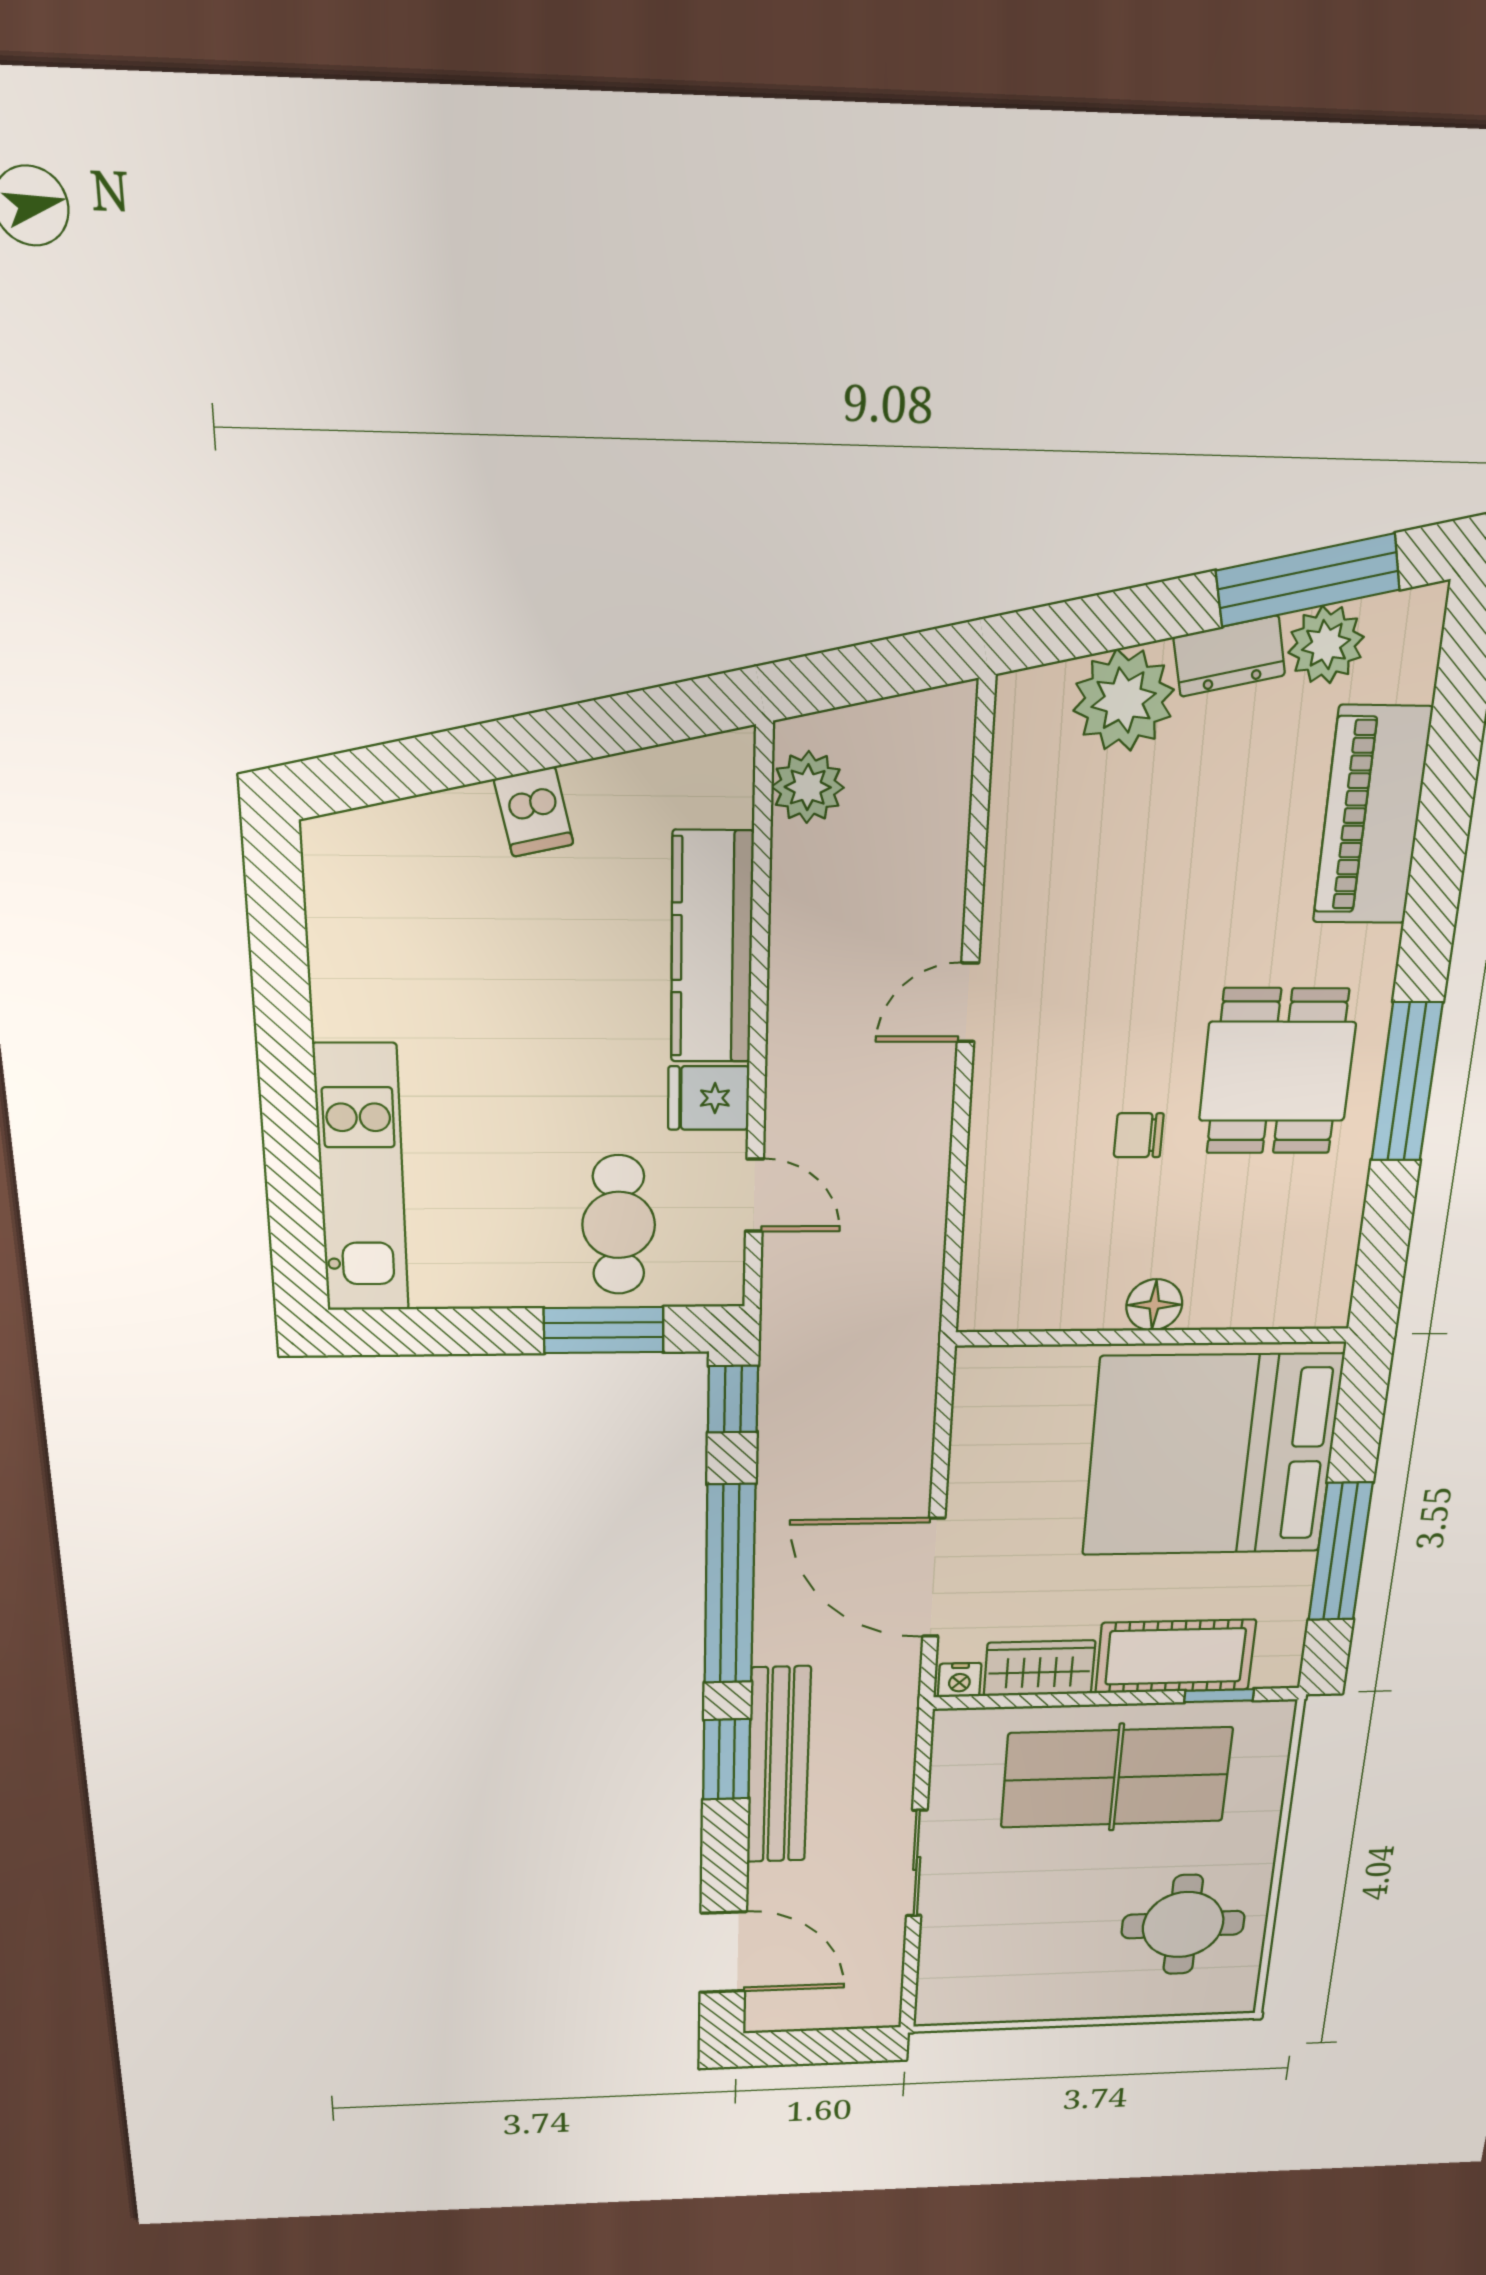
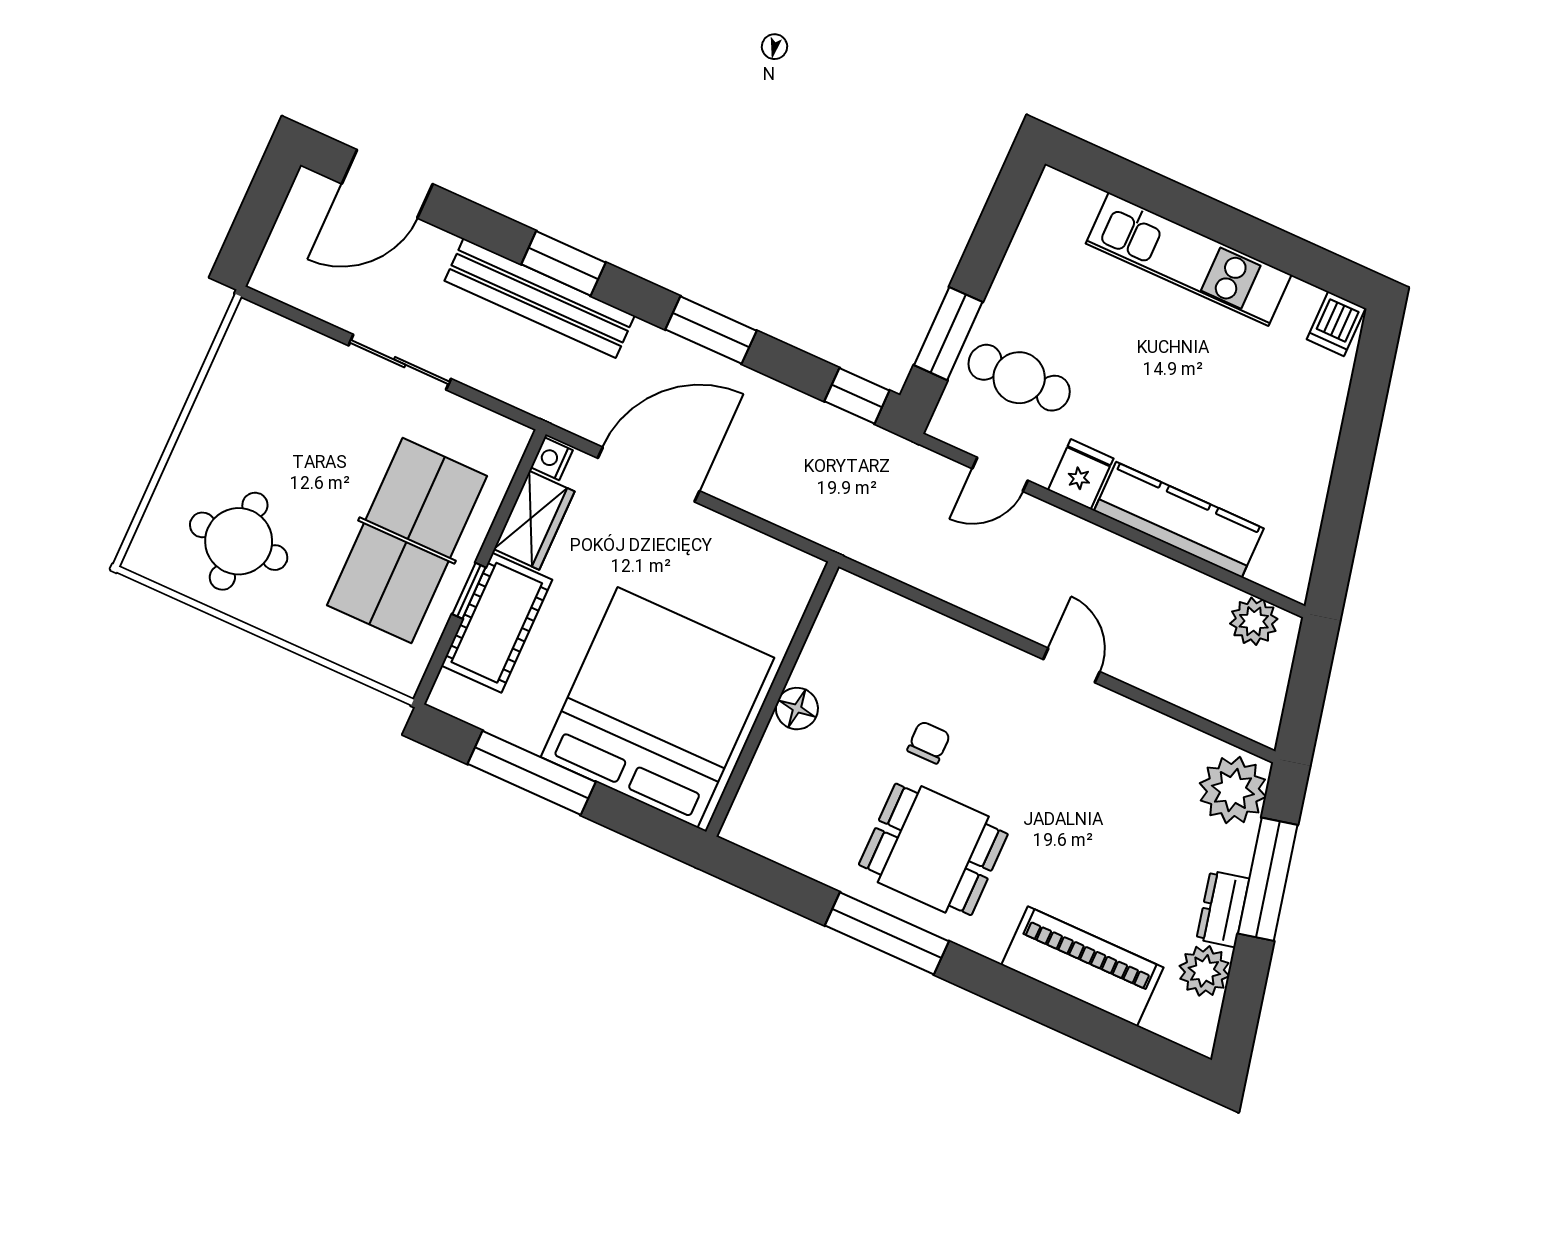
window: (1308, 580) -> (1268, 879), moved
plant: (1124, 700) -> (1233, 790), moved
dishwasher: (534, 812) -> (1336, 324), moved, turned -77
kitchen unit: (362, 1179) -> (1189, 259), moved
window: (730, 1585) -> (711, 330), width x0.47
window: (1219, 1696) -> (469, 591), moved

